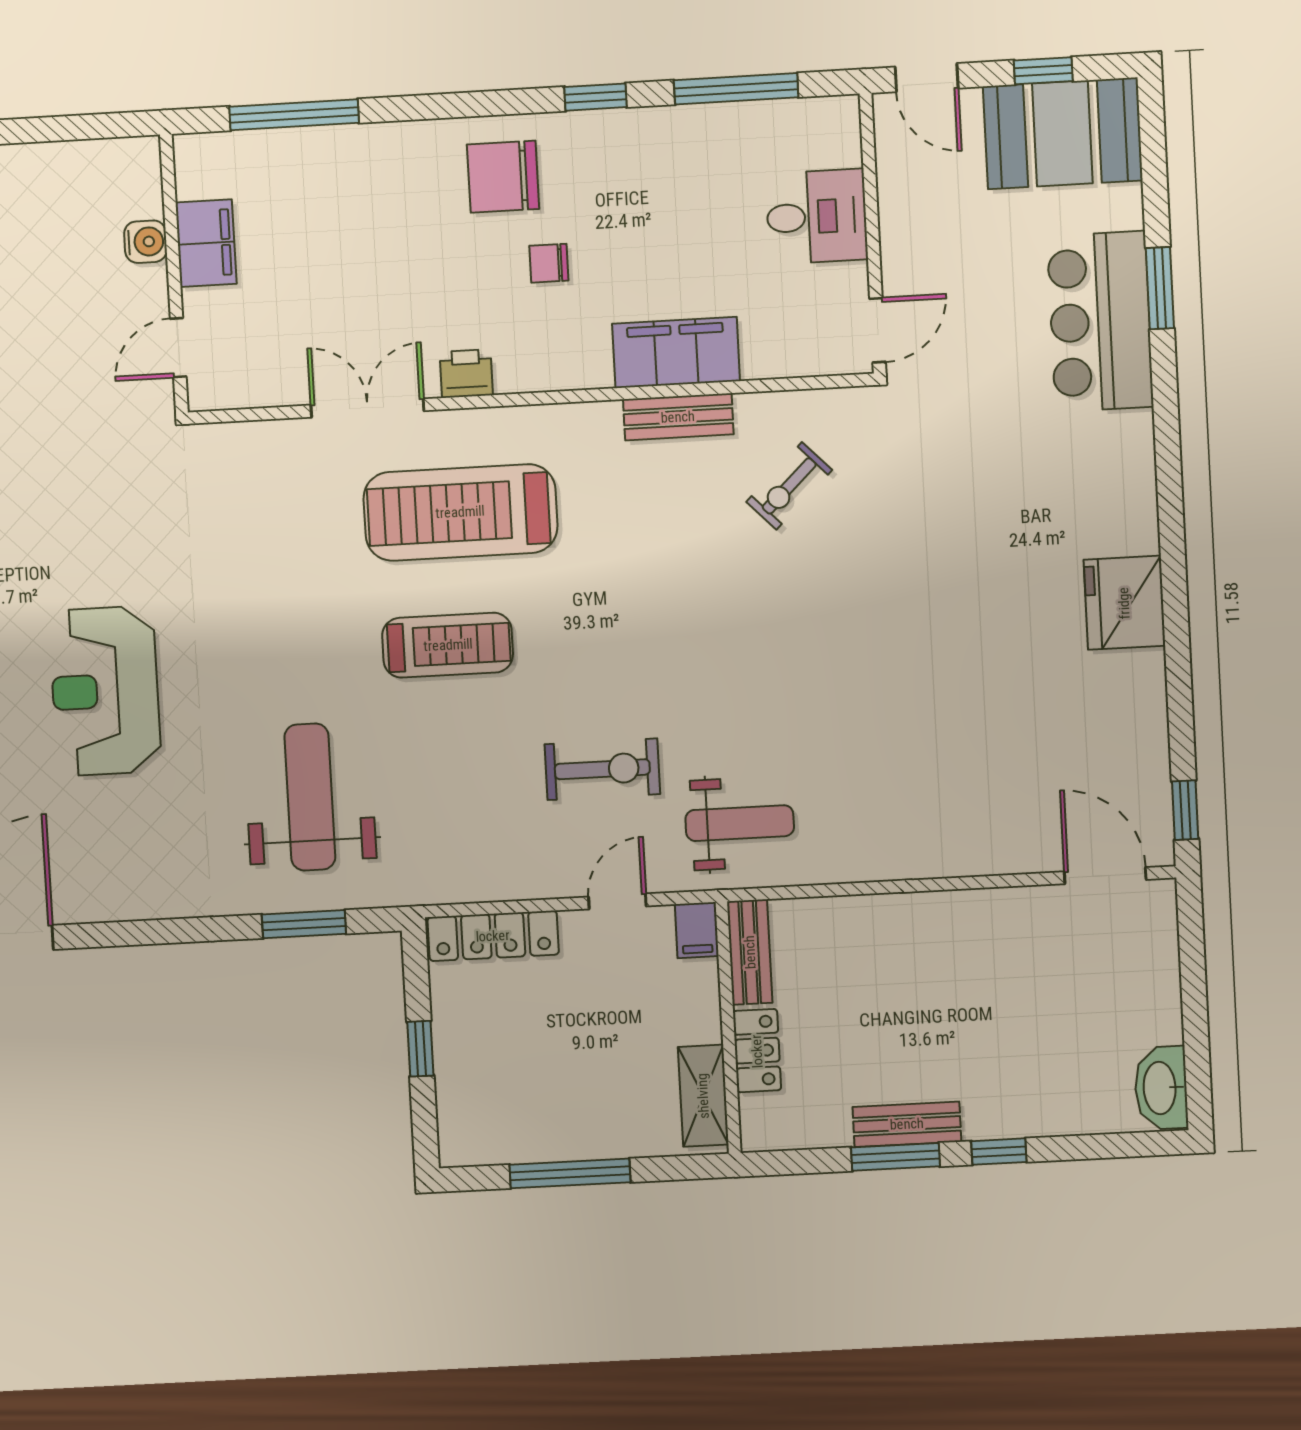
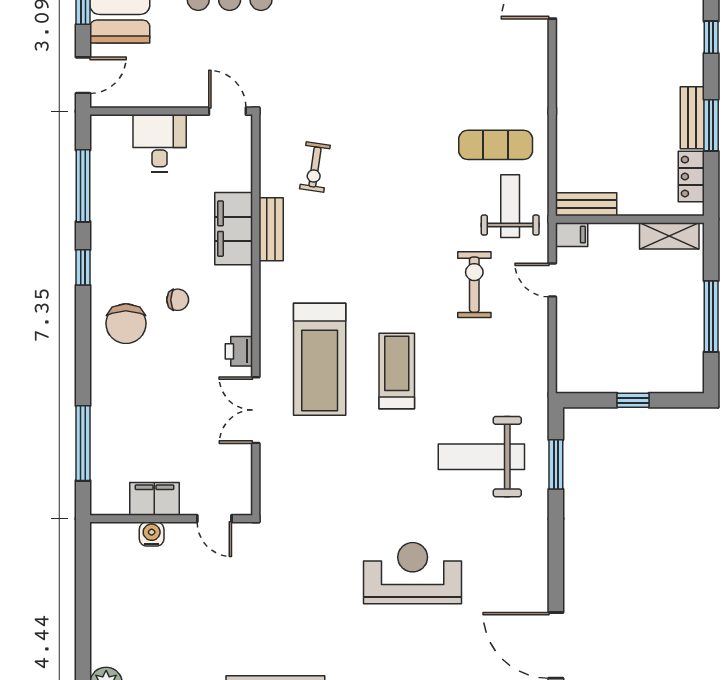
chair: (549, 263) -> (178, 300), turned -90
exercise bike: (789, 486) -> (315, 167), turned 52
reception desk: (105, 691) -> (413, 573), turned 180
exercise mat: (843, 793) -> (496, 145), added
locker: (493, 936) -> (569, 354), removed
locker: (757, 1051) -> (691, 177), moved, turned -90
window: (999, 1152) -> (711, 37), moved

